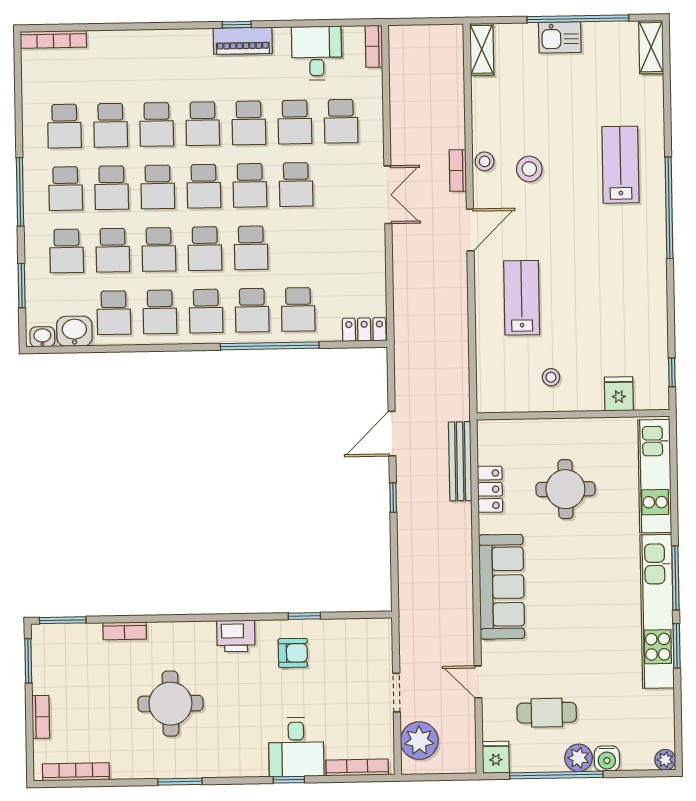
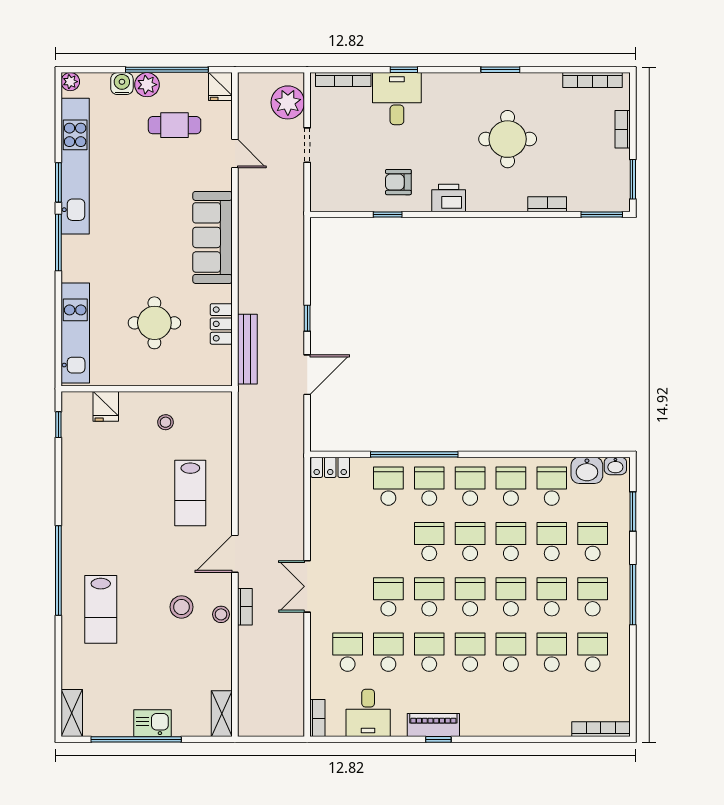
kitchen unit: (657, 611) -> (75, 166), moved

